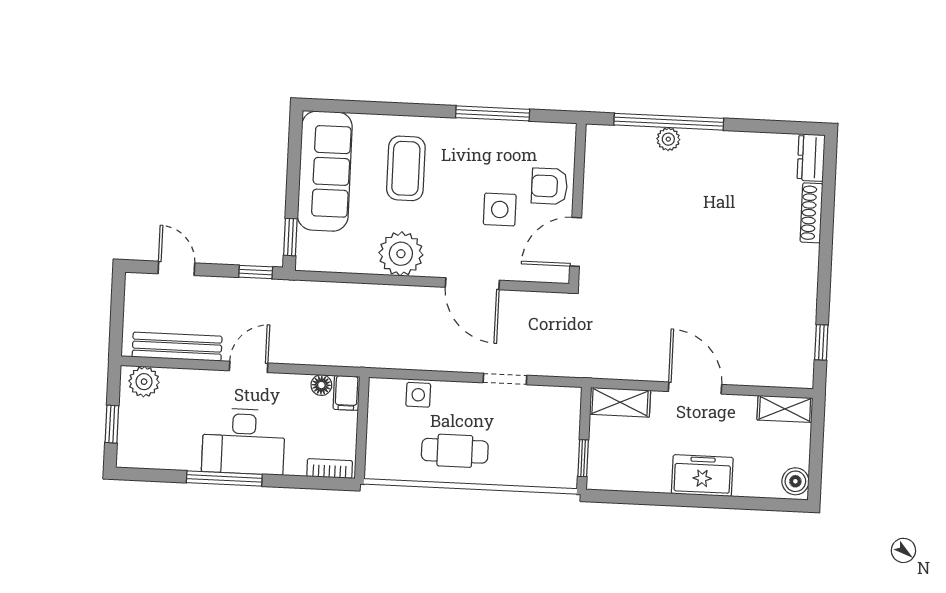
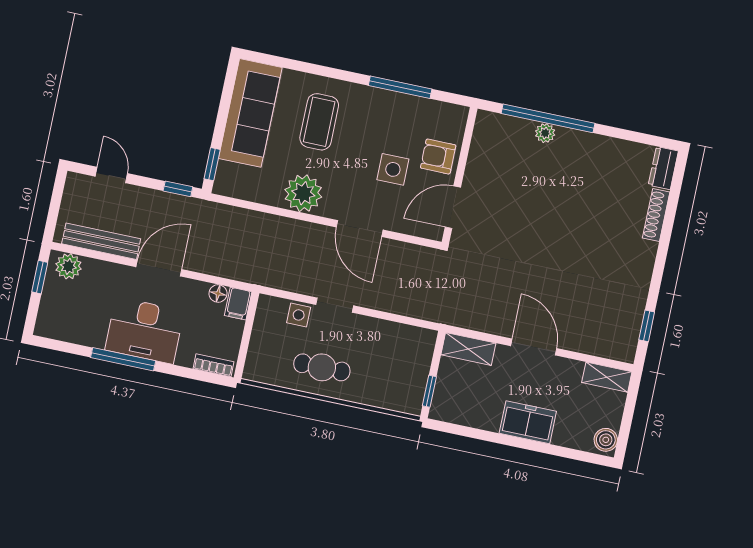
door: (249, 367) -> (159, 268), width x1.38
doorway: (505, 379) -> (335, 305), moved
window: (112, 424) -> (40, 277), moved

